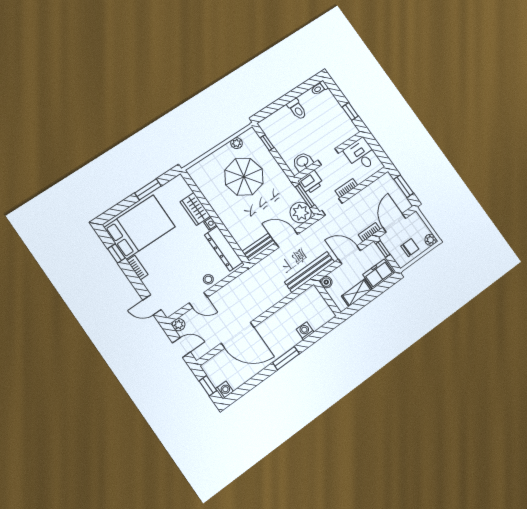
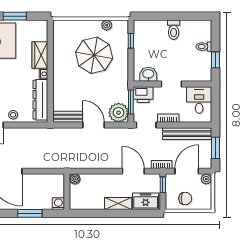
toilet: (319, 88) -> (204, 47), moved
plant: (430, 240) -> (206, 179), moved
bench: (310, 272) -> (187, 134), moved
boiler: (326, 282) -> (75, 179), moved
wall: (327, 298) -> (67, 192), moved

